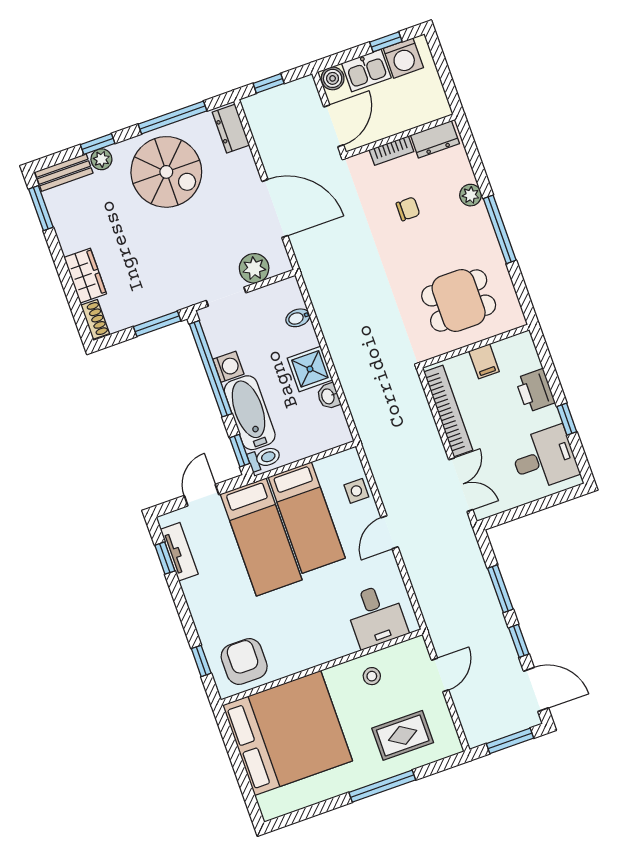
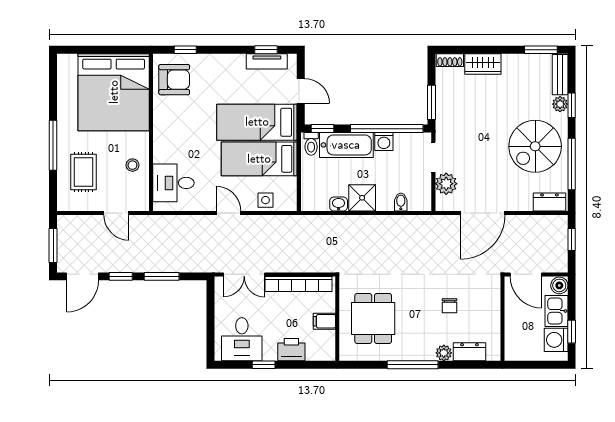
dresser: (435, 139) -> (469, 352), moved, turned 90
bookcase: (391, 151) -> (494, 309), removed

